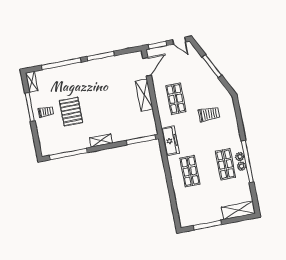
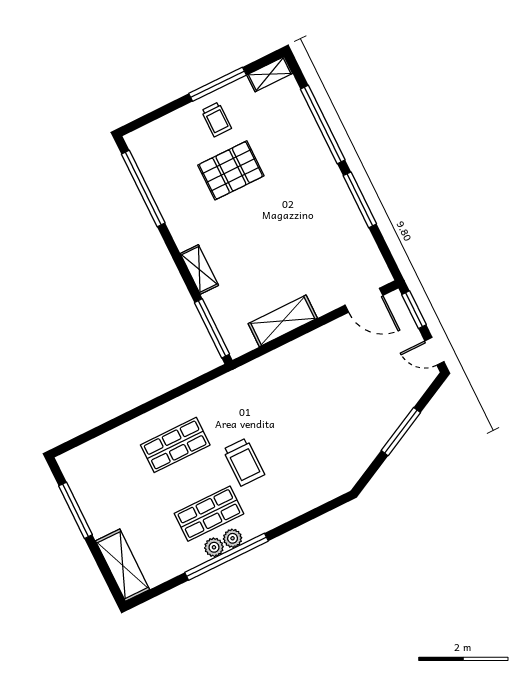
door: (179, 41) -> (434, 351), hinge flipped
shelving: (144, 95) -> (283, 321), moved
shop shelf: (176, 99) -> (315, 376), removed
trolley: (209, 114) -> (244, 462), moved
shelving: (101, 141) -> (199, 269), moved
freezer: (170, 141) -> (226, 388), removed

